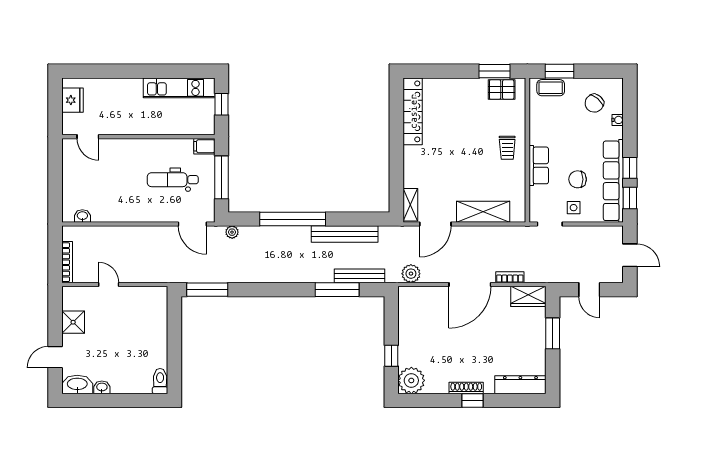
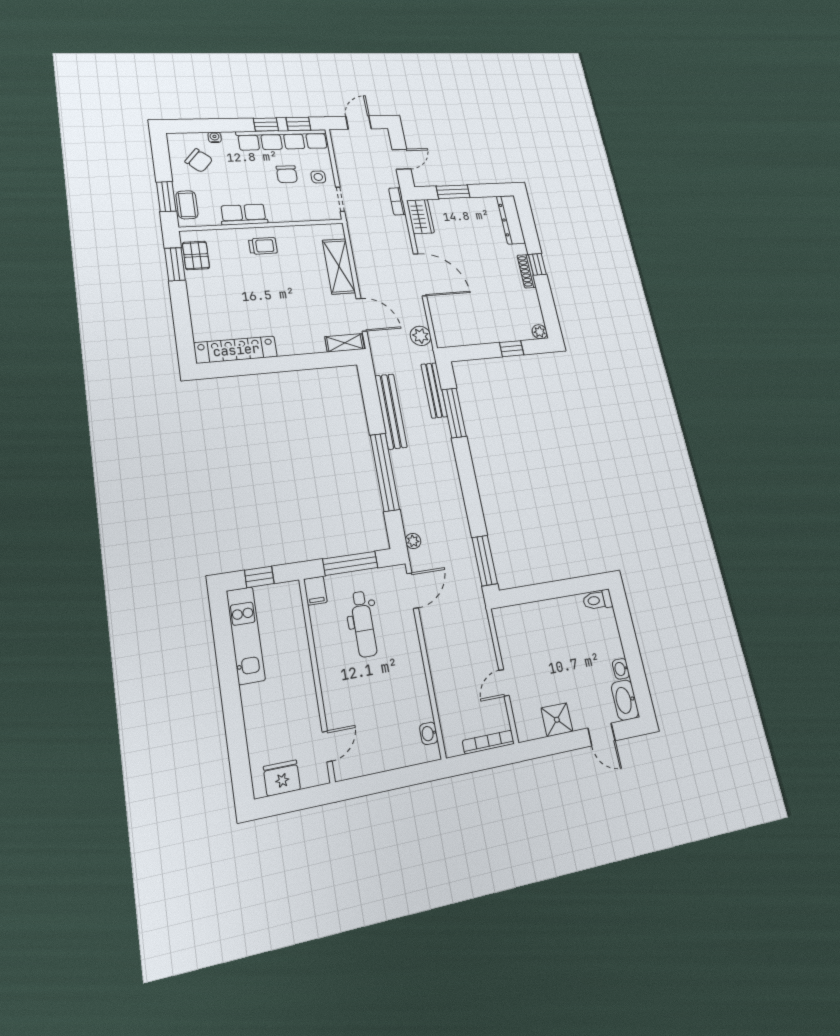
row of seats: (539, 165) -> (244, 215), moved
bookcase: (510, 277) -> (397, 201), moved
plant: (411, 380) -> (540, 332), width x0.53, depth x0.53

